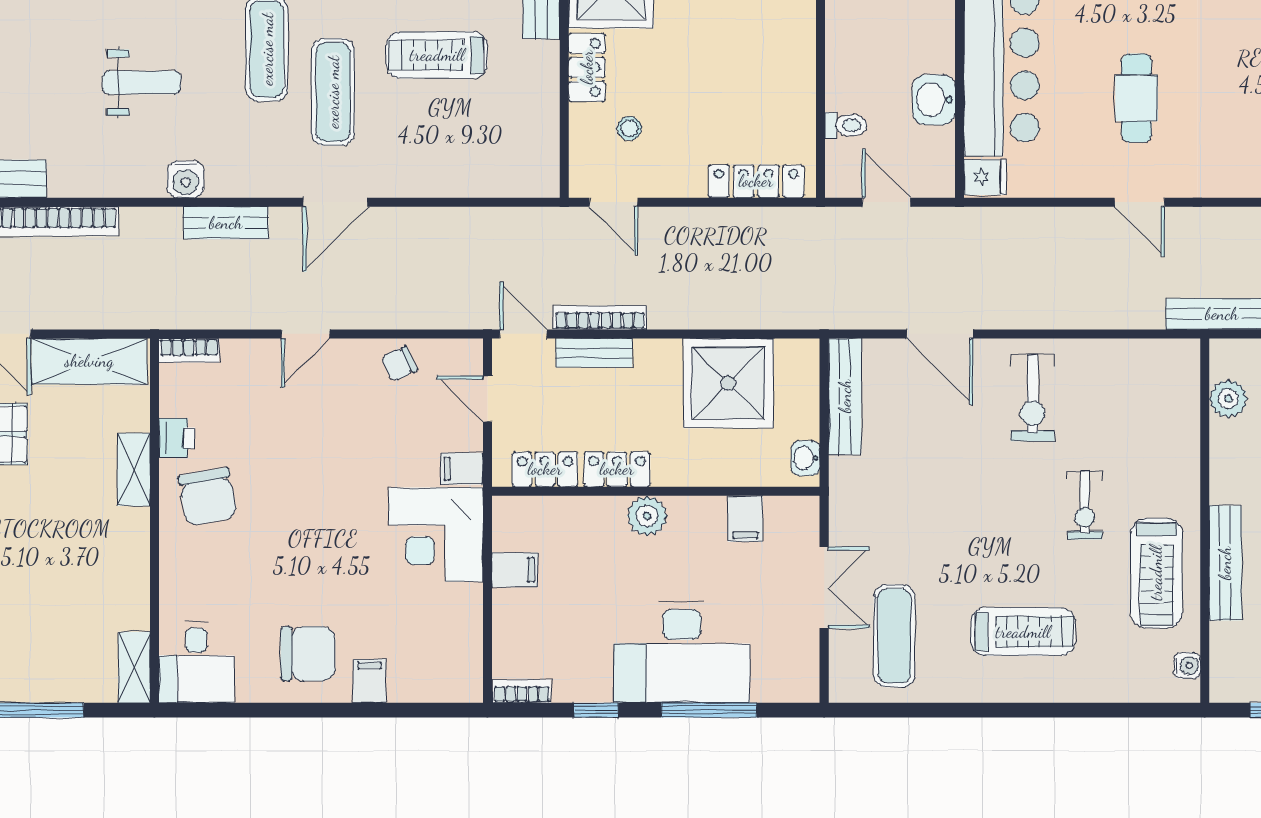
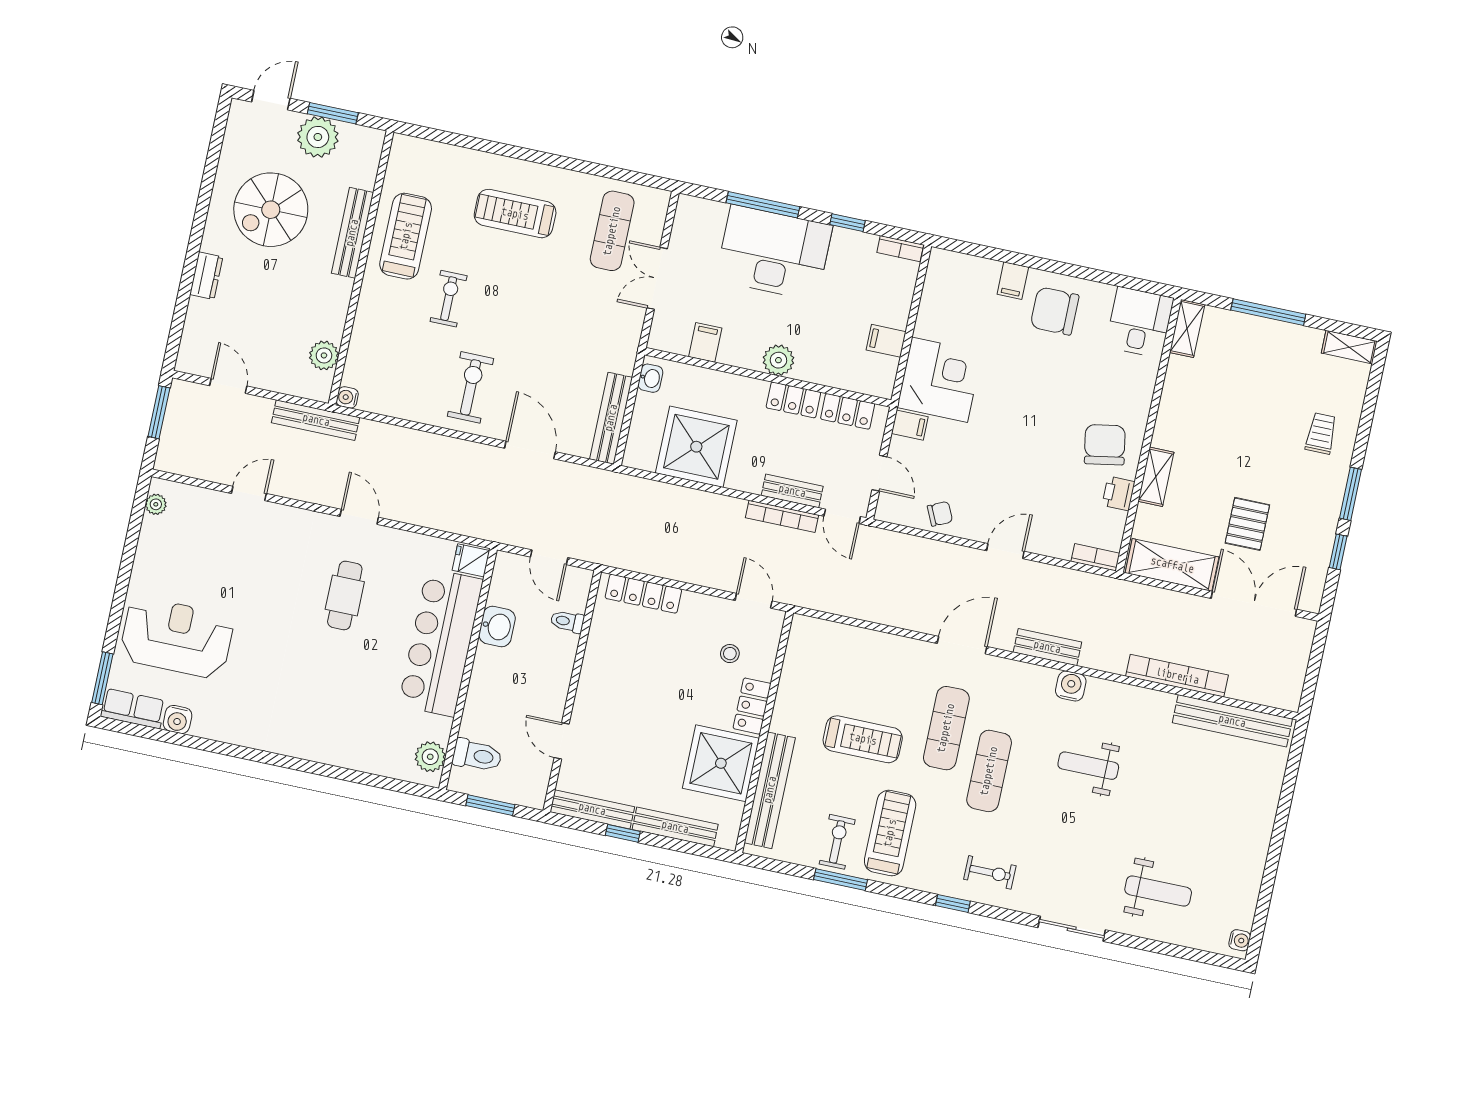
water cooler: (1187, 666) -> (347, 397), moved

